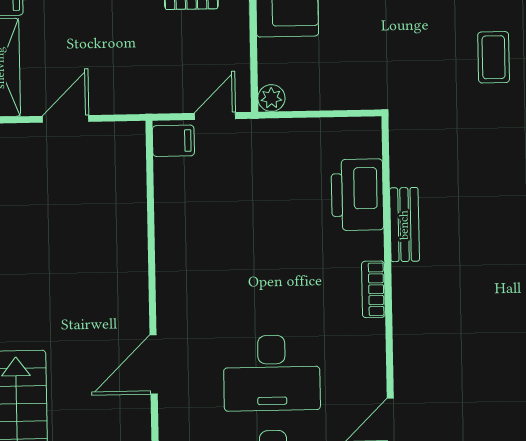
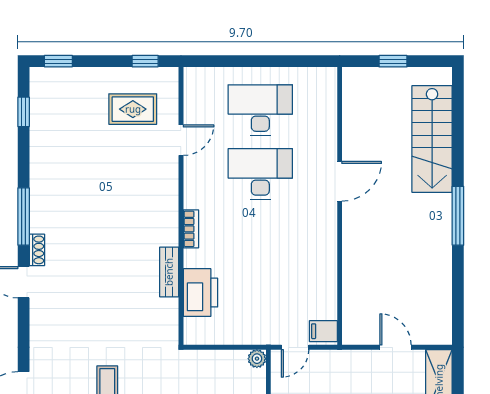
door: (66, 119) -> (395, 347), swing flipped

